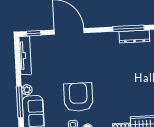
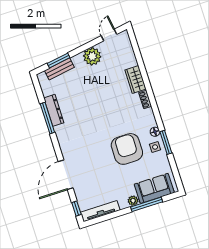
armchair: (78, 97) -> (127, 149), turned 90

